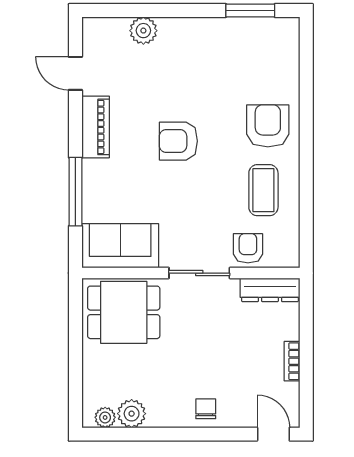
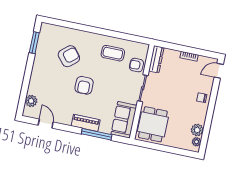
plant: (143, 31) -> (31, 101), moved
door: (75, 73) -> (46, 124), swing flipped
armchair: (268, 126) -> (69, 56), moved, turned 140
piano: (96, 127) -> (86, 123), moved

